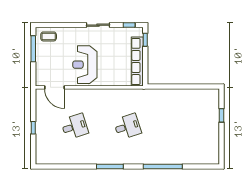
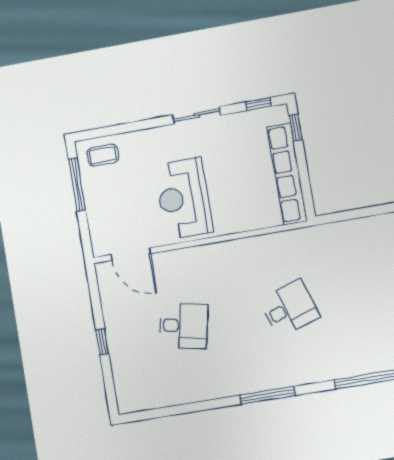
desk: (75, 127) -> (184, 326), turned 30

